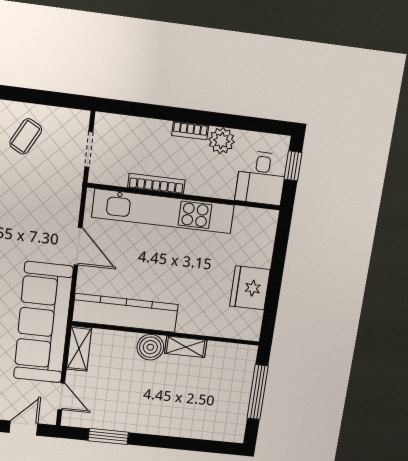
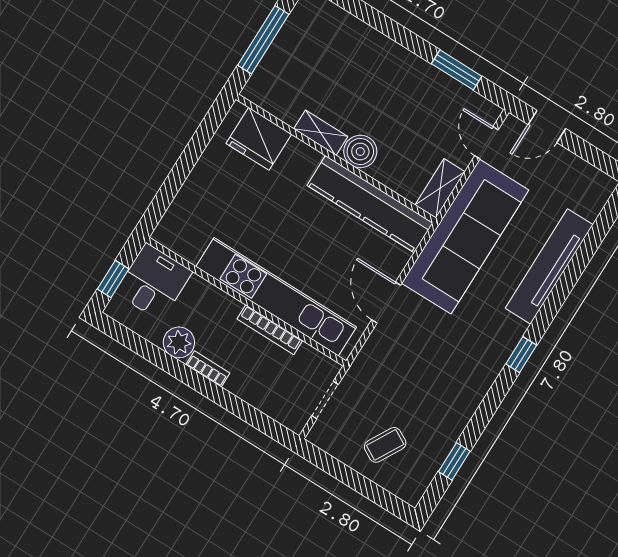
fridge: (250, 288) -> (259, 139), moved, turned 90

